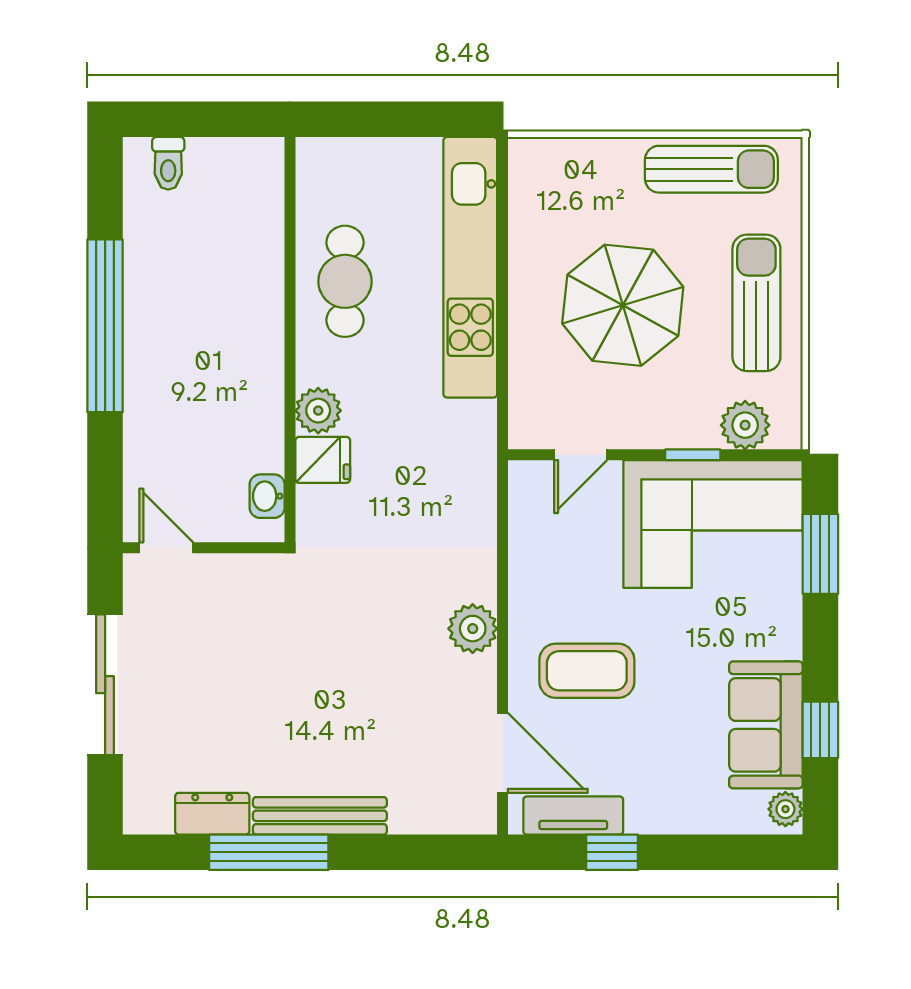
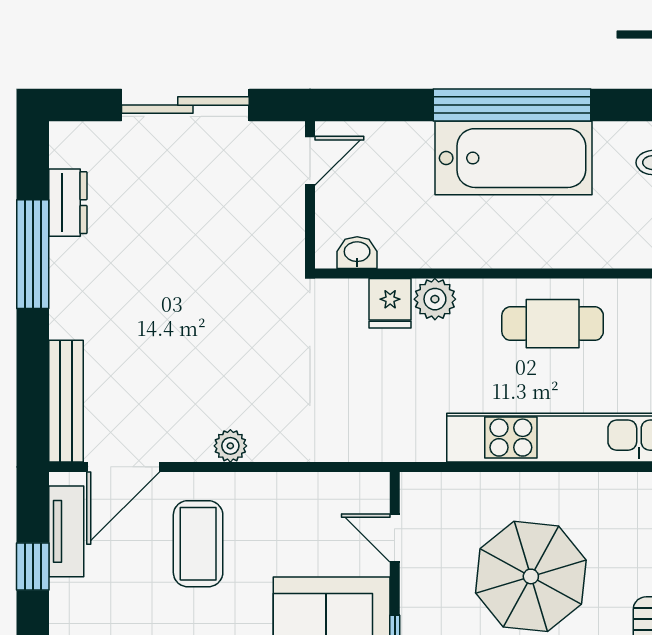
bathtub: (163, 324) -> (514, 158), added
plant: (473, 629) -> (230, 446), width x0.73, depth x0.73
bench: (320, 816) -> (66, 401), moved

